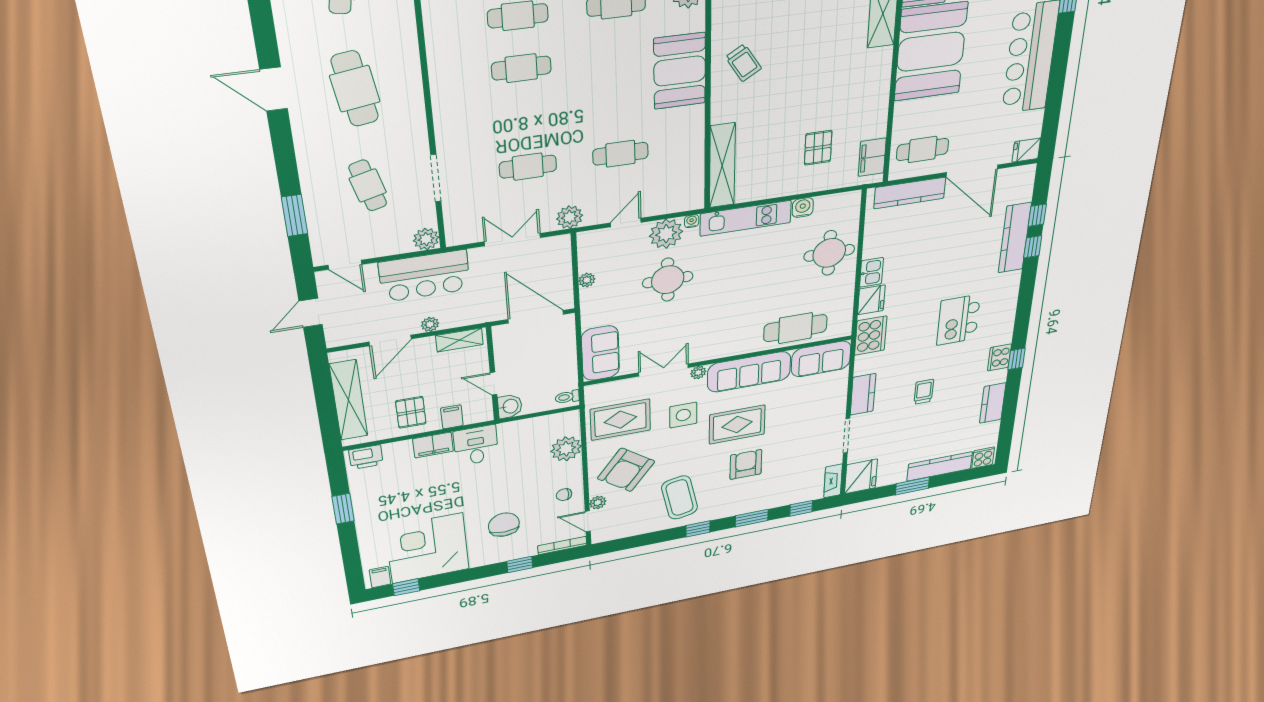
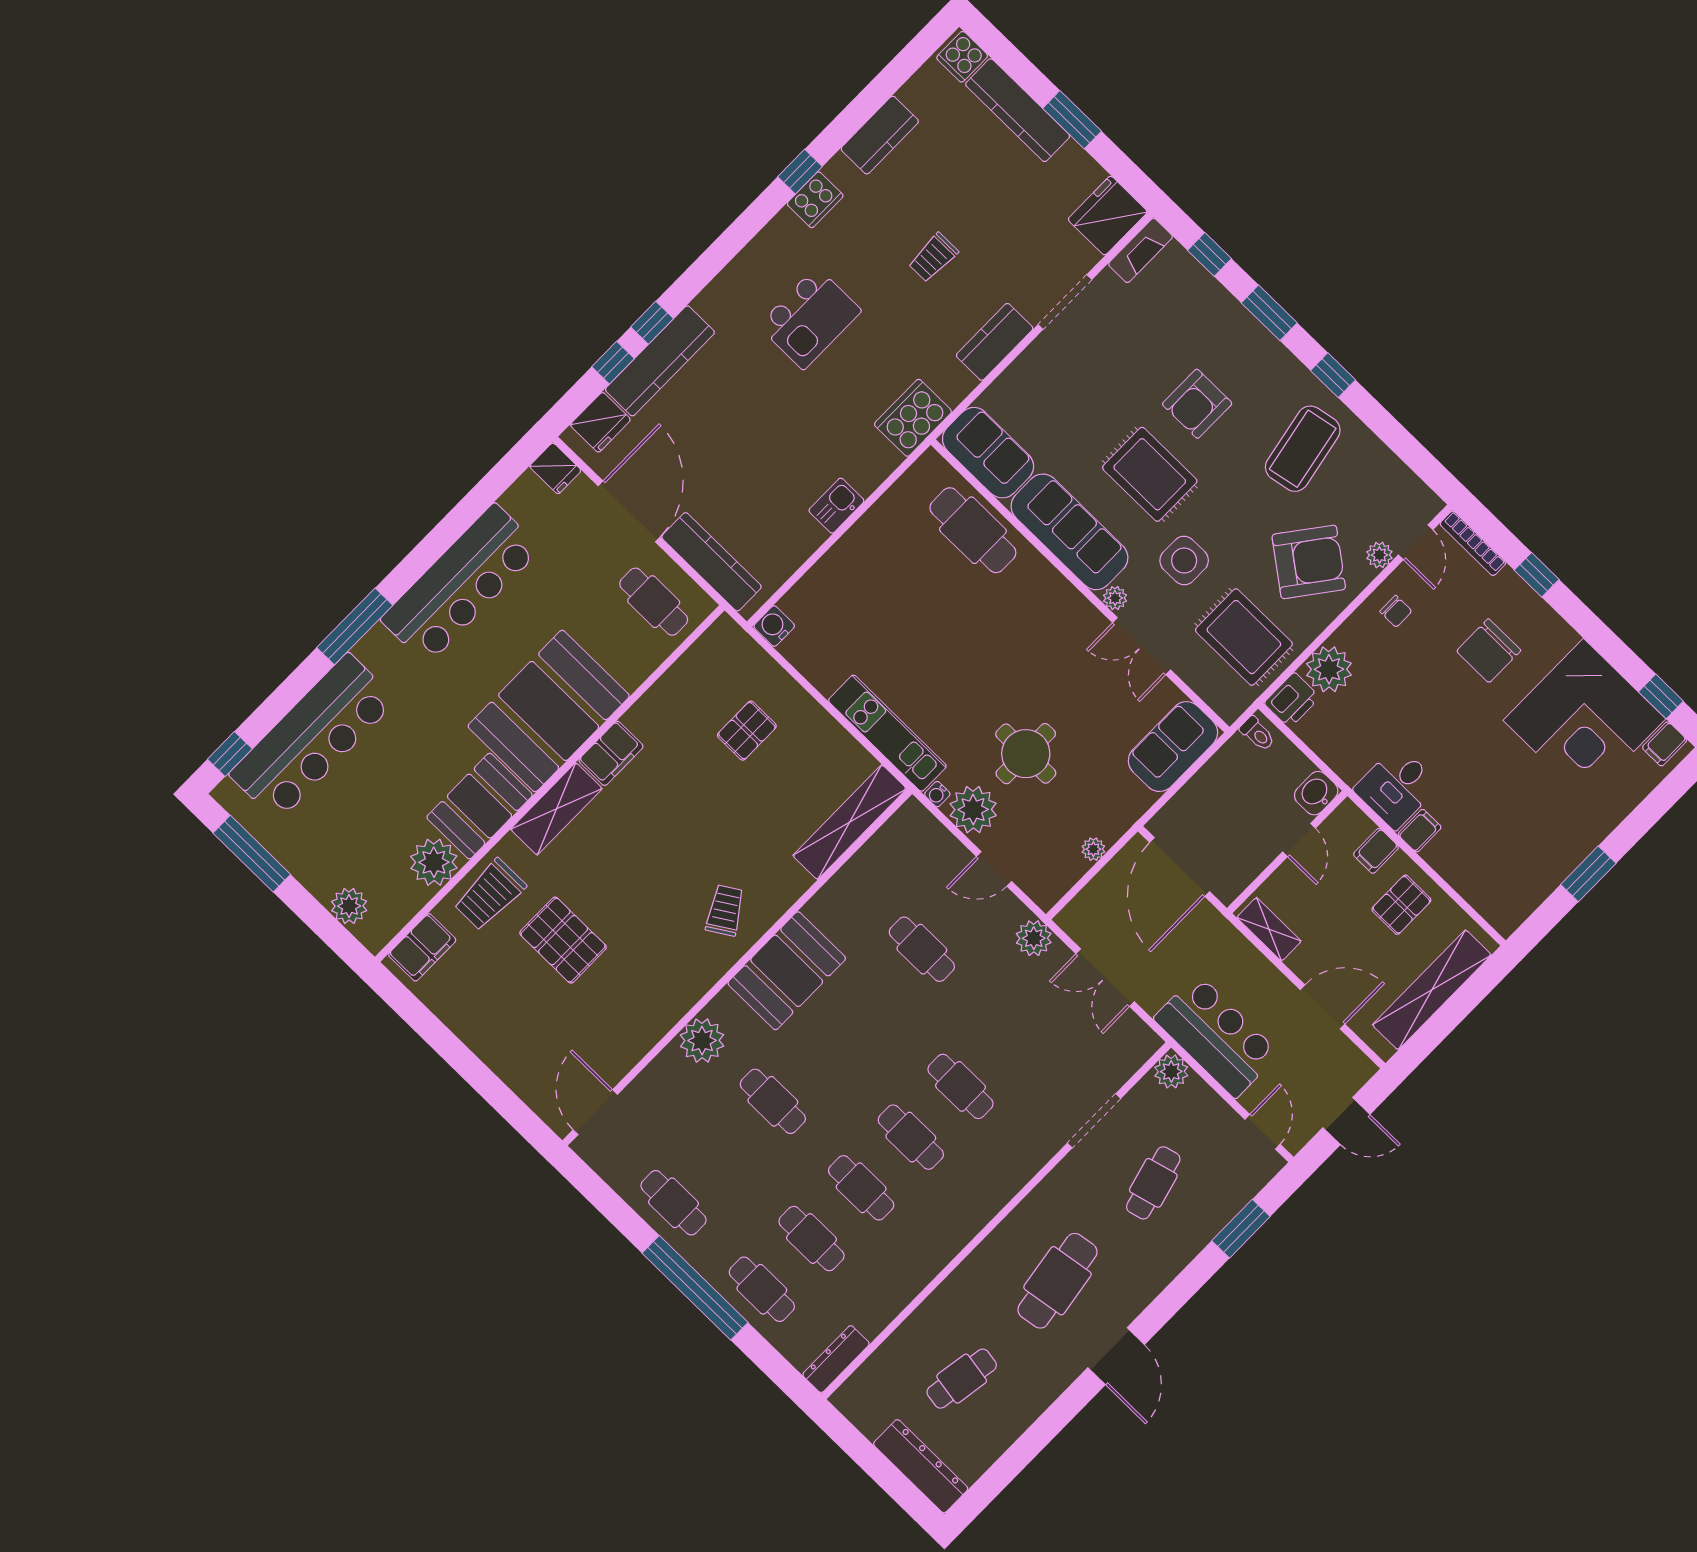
filing cabinet: (872, 157) -> (611, 753), moved
cafe table: (528, 167) -> (960, 1086), moved
water cooler: (803, 208) -> (774, 626), moved, turned 90
round table: (829, 253) -> (853, 586), removed
fridge: (871, 300) -> (600, 422), moved, turned 180
plant: (430, 324) -> (1272, 980), removed
filing cabinet: (433, 445) -> (1420, 831), width x0.50
printer: (366, 457) -> (1292, 700), moved, turned 90

